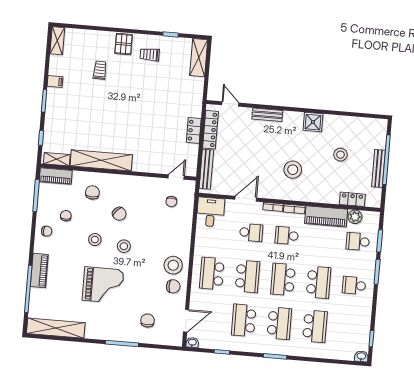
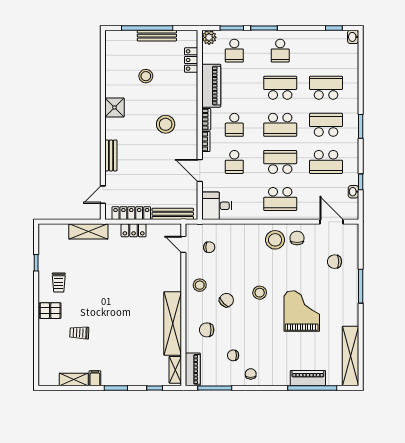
shelving: (57, 41) -> (74, 379), moved
shelving: (199, 58) -> (88, 231), moved
plant: (355, 217) -> (209, 37), moved
school desk: (251, 232) -> (234, 162), turned 180
stool: (95, 240) -> (200, 285), moved
piano: (39, 271) -> (308, 378), moved
washbasin: (192, 343) -> (353, 192), moved

